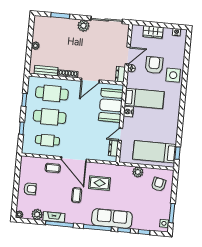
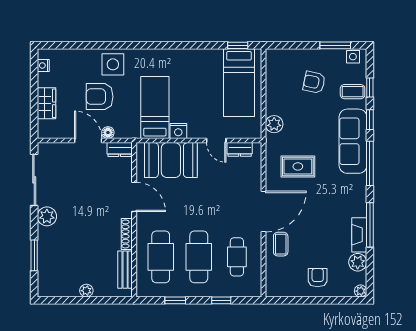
plant: (138, 172) -> (274, 124), moved
rug: (100, 183) -> (298, 166), turned 90
armchair: (158, 184) -> (314, 82), moved
coffee table: (77, 195) -> (353, 92), moved

